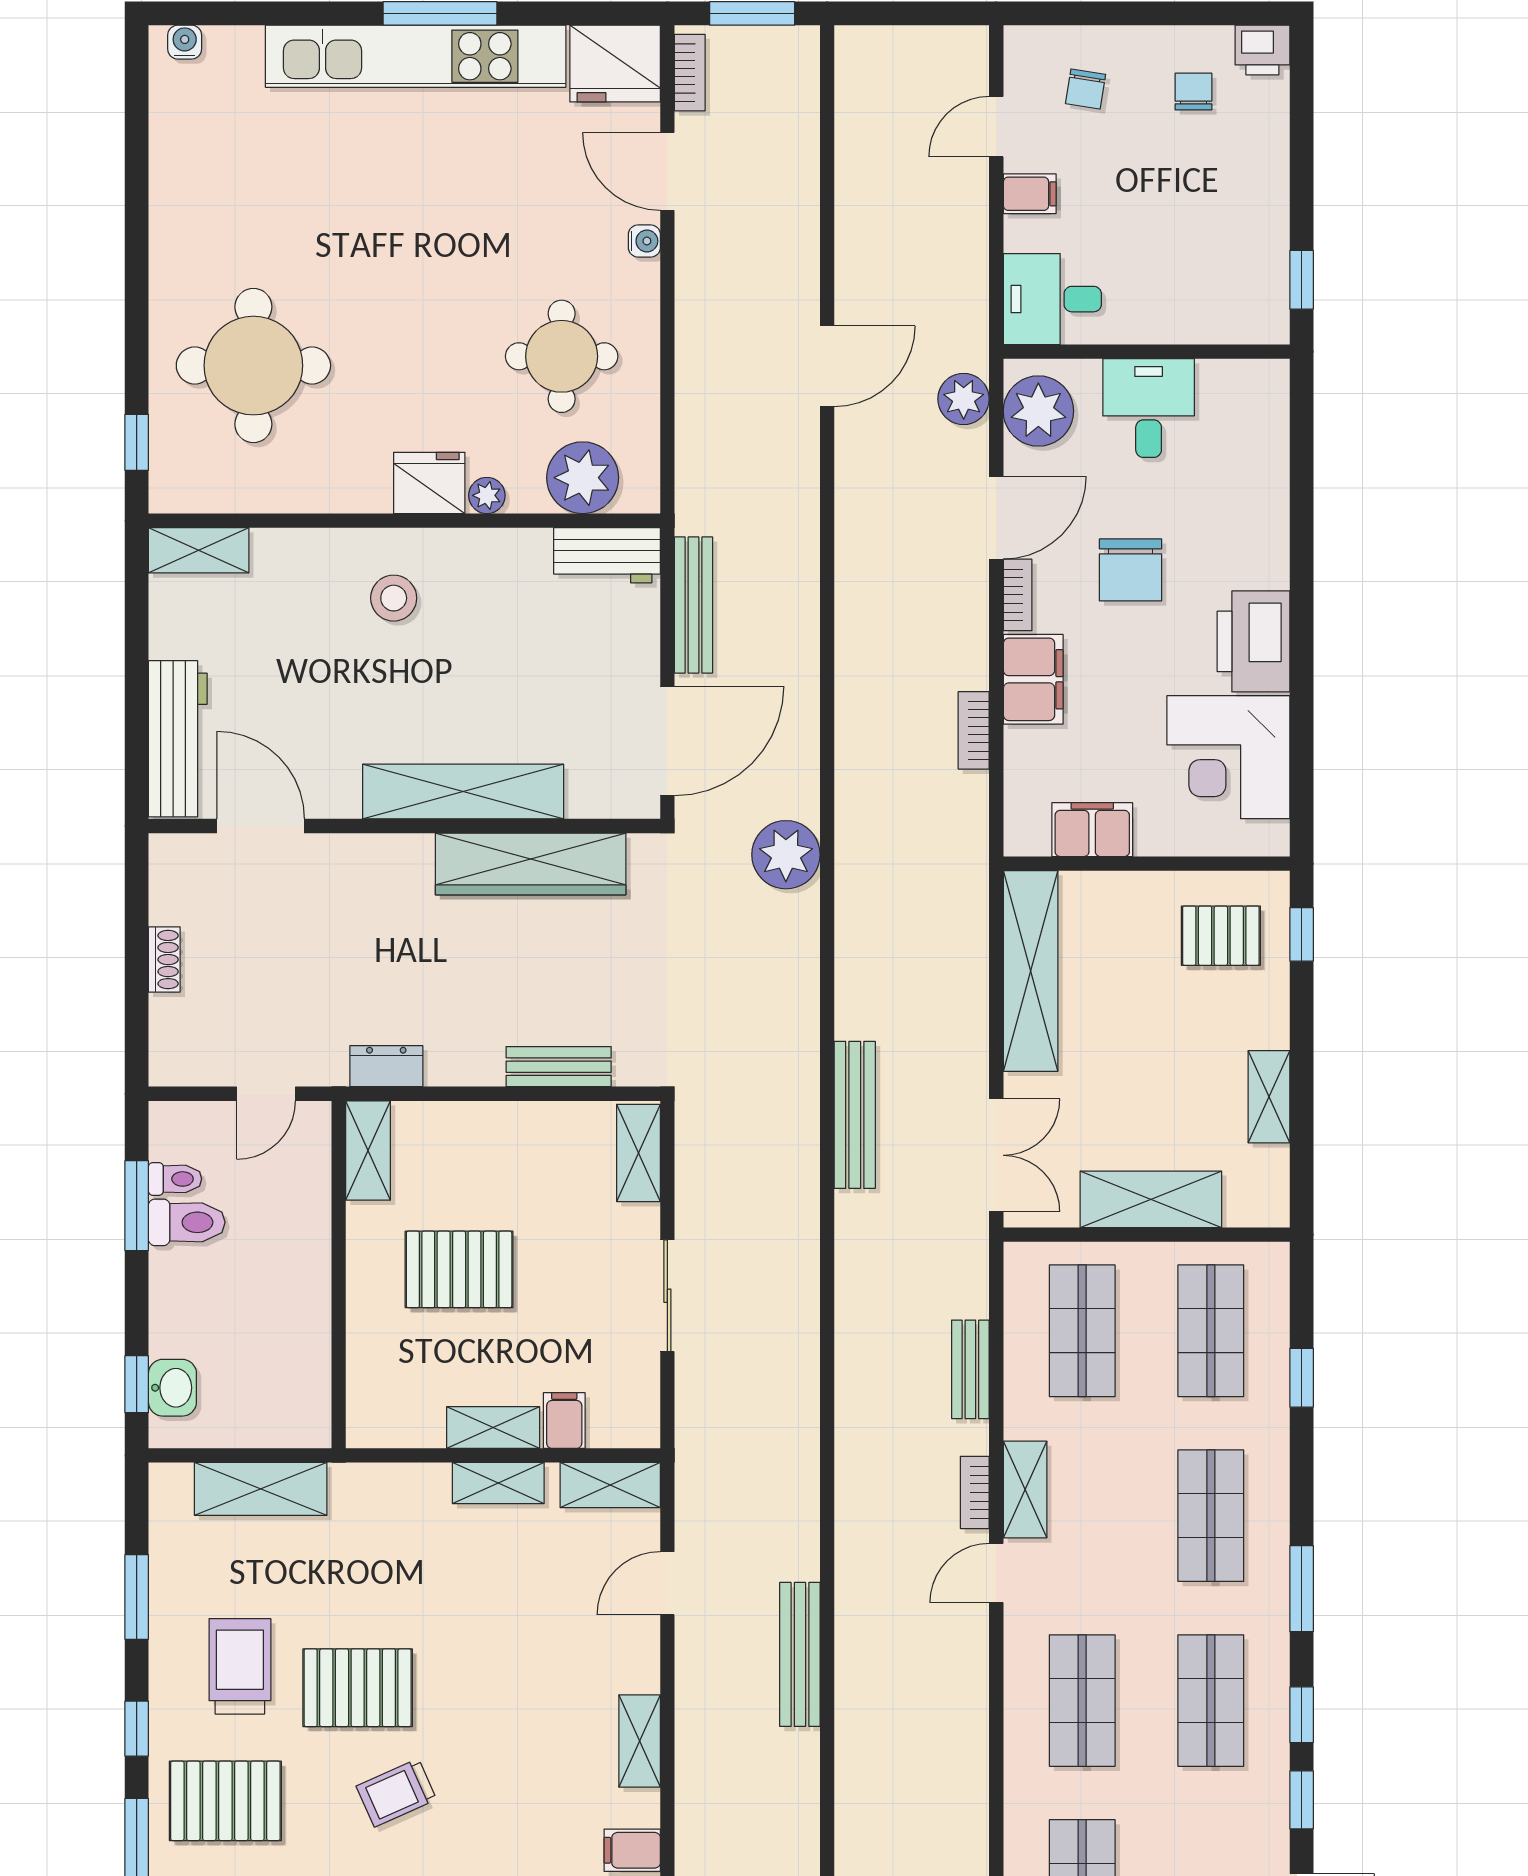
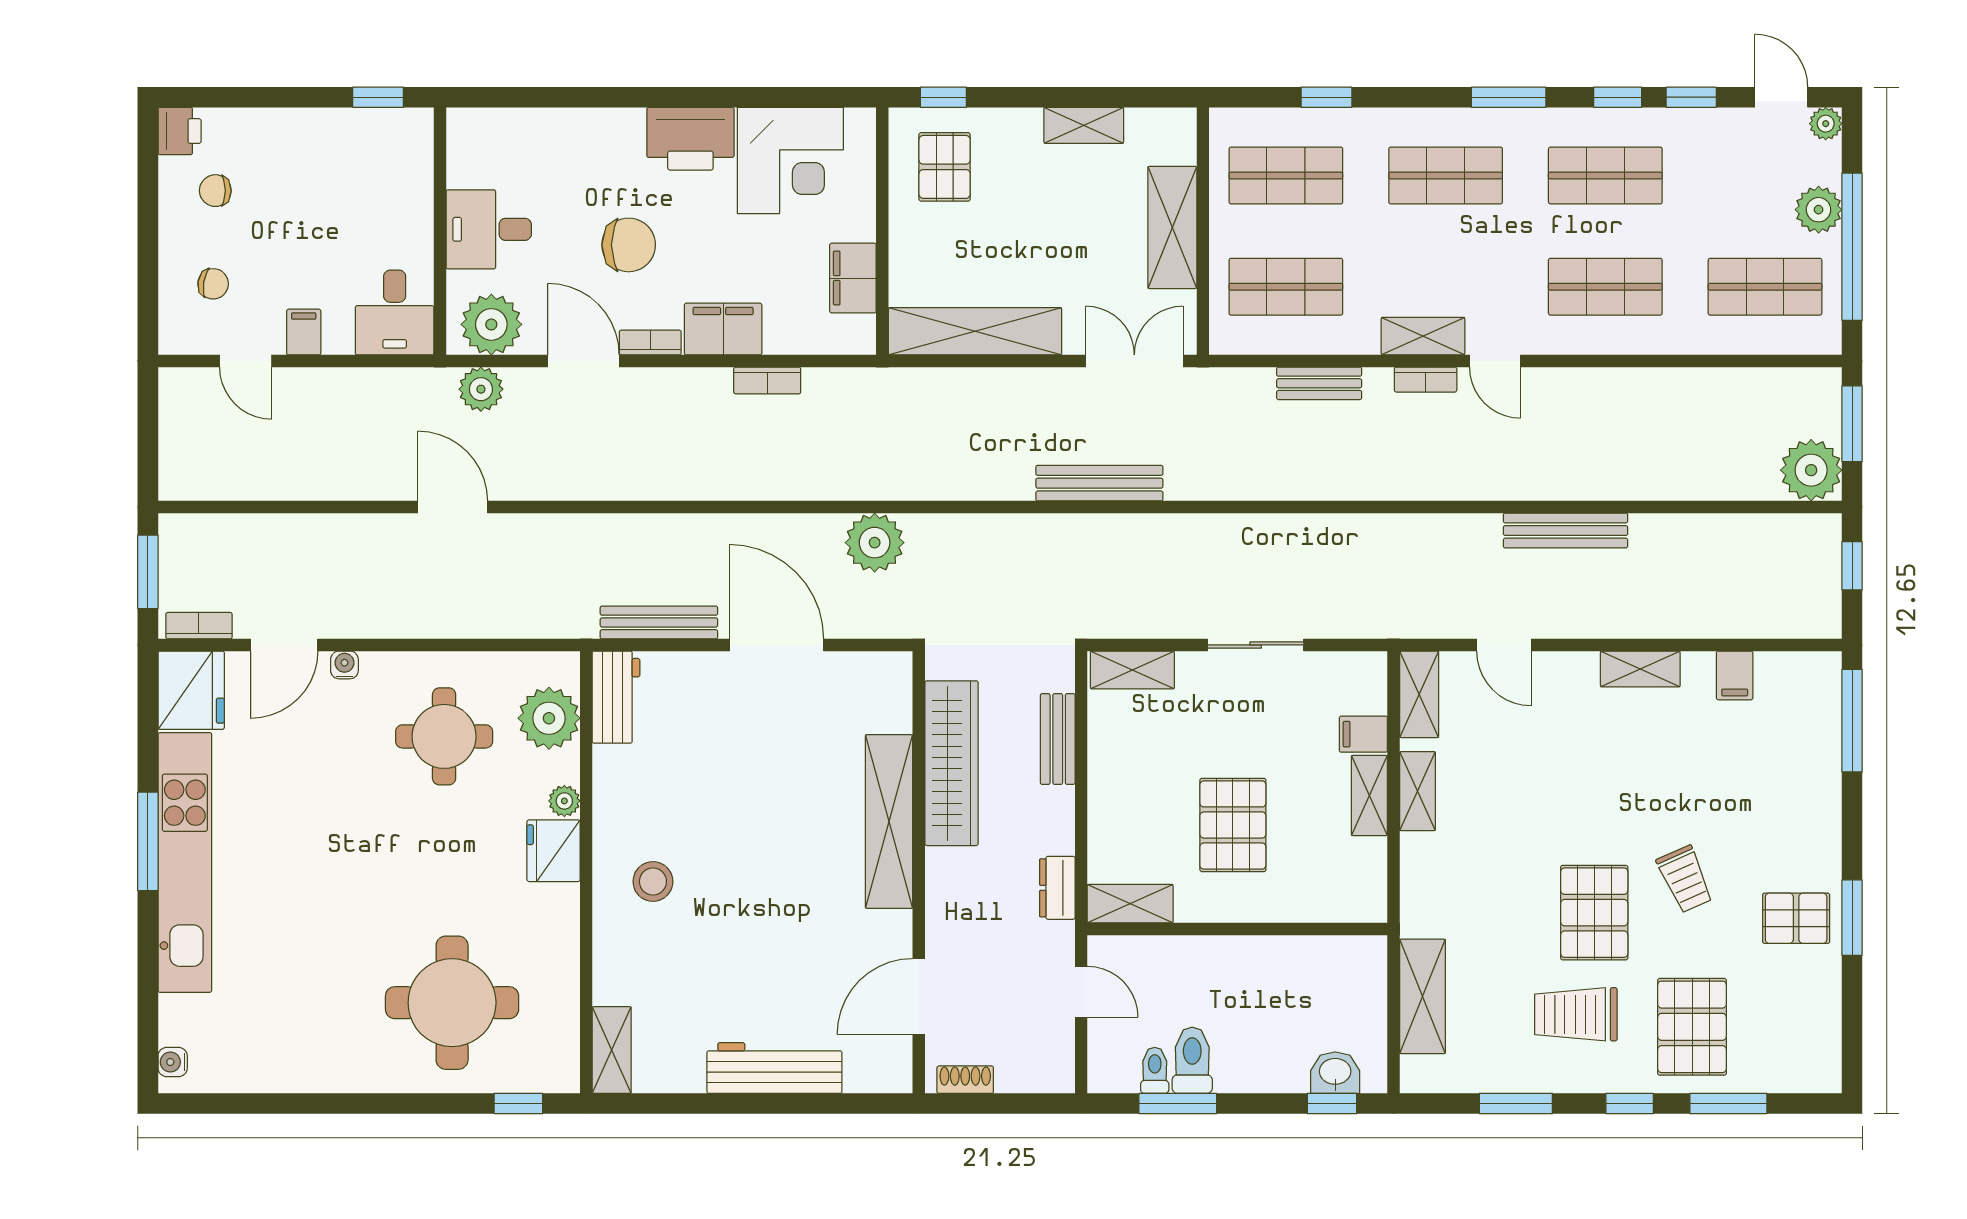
shelving: (463, 792) -> (889, 822), moved
door: (261, 826) -> (919, 996), moved
wall: (404, 826) -> (919, 872), moved
wardrobe: (531, 864) -> (952, 763), moved

